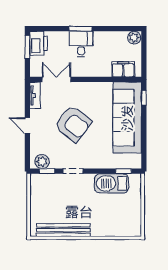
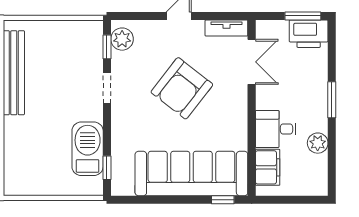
plant: (134, 38) -> (318, 143), moved
desk: (81, 44) -> (276, 129), moved, turned 180

